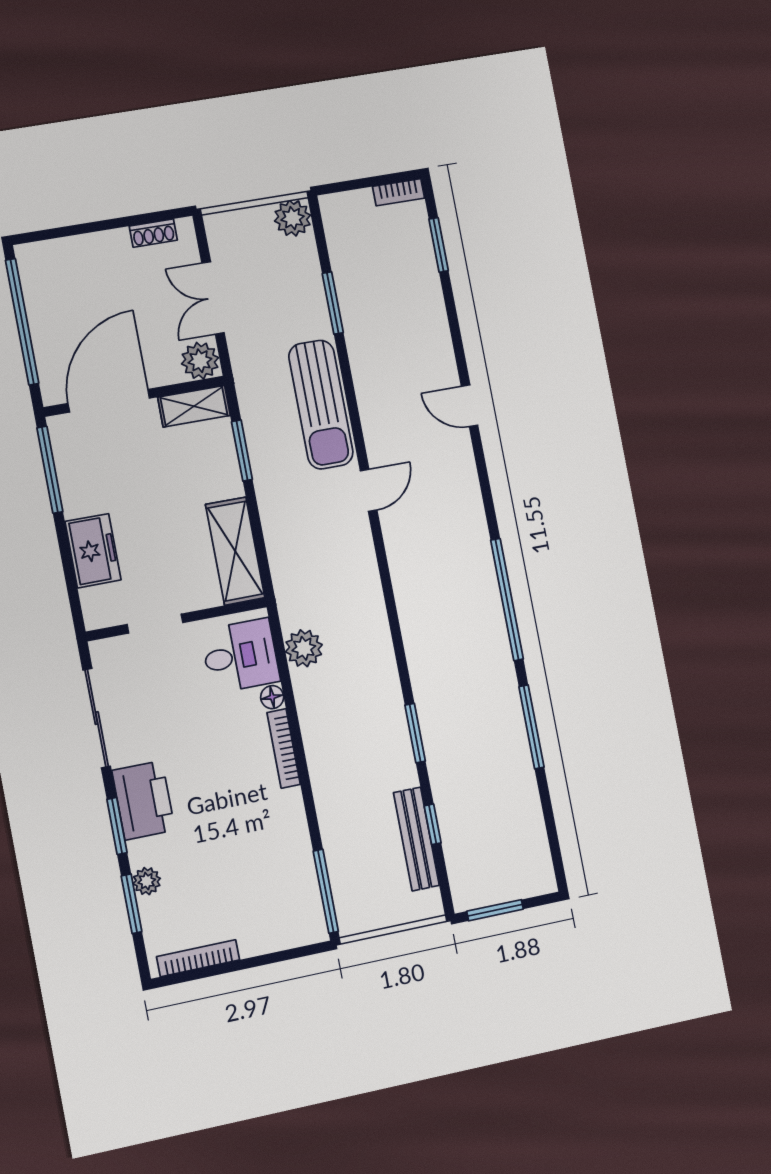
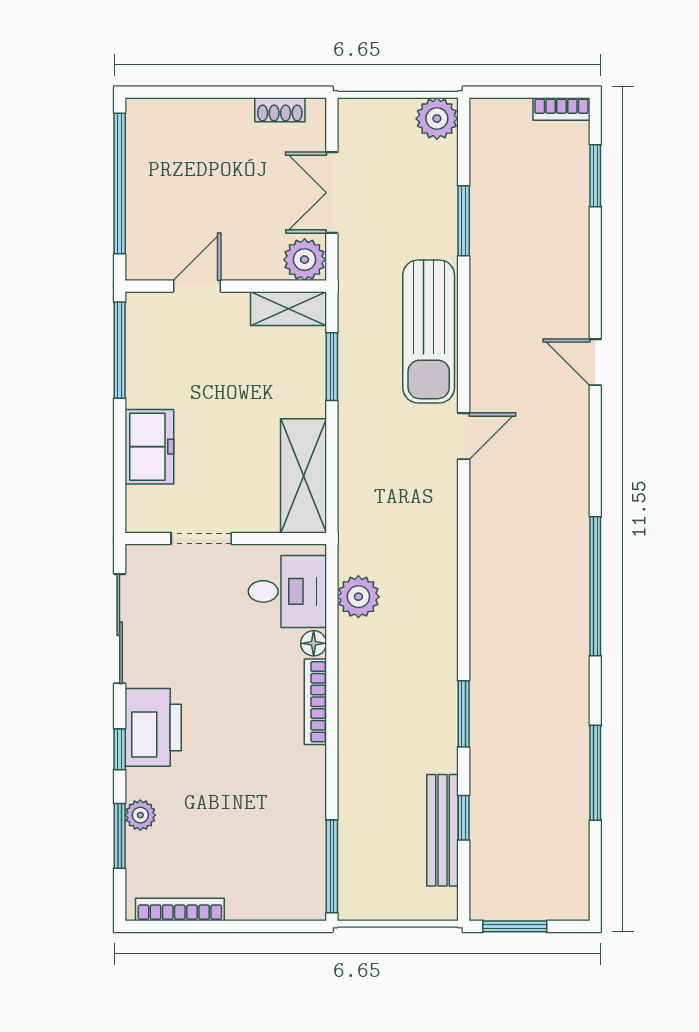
door: (109, 401) -> (197, 286), width x0.53
window: (531, 727) -> (595, 773), moved
window: (117, 826) -> (120, 749), width x0.67

